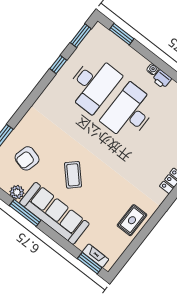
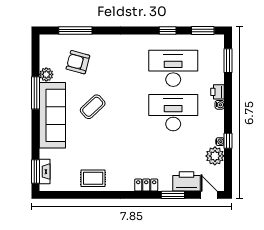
printer: (162, 79) -> (218, 92), moved
desk: (93, 84) -> (173, 68), turned 180

